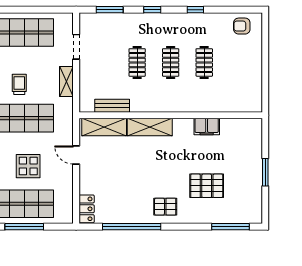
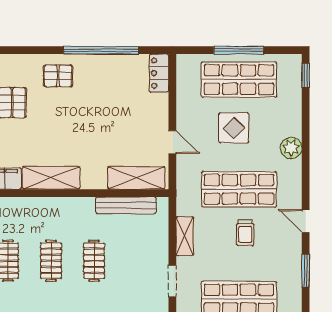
bench: (112, 106) -> (126, 205), width x1.36
shelving: (150, 127) -> (51, 178), moved

